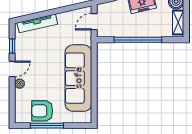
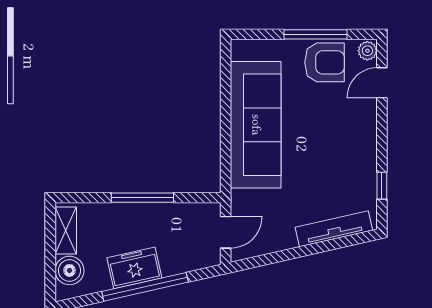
window: (138, 40) -> (142, 198), width x0.68
door: (12, 69) -> (382, 83), moved
plant: (20, 84) -> (367, 51), moved

